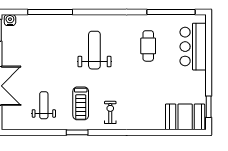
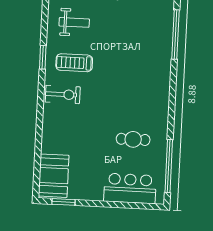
weight bench: (94, 50) -> (132, 81), removed
exercise bike: (110, 112) -> (63, 94), width x1.38, depth x1.39

